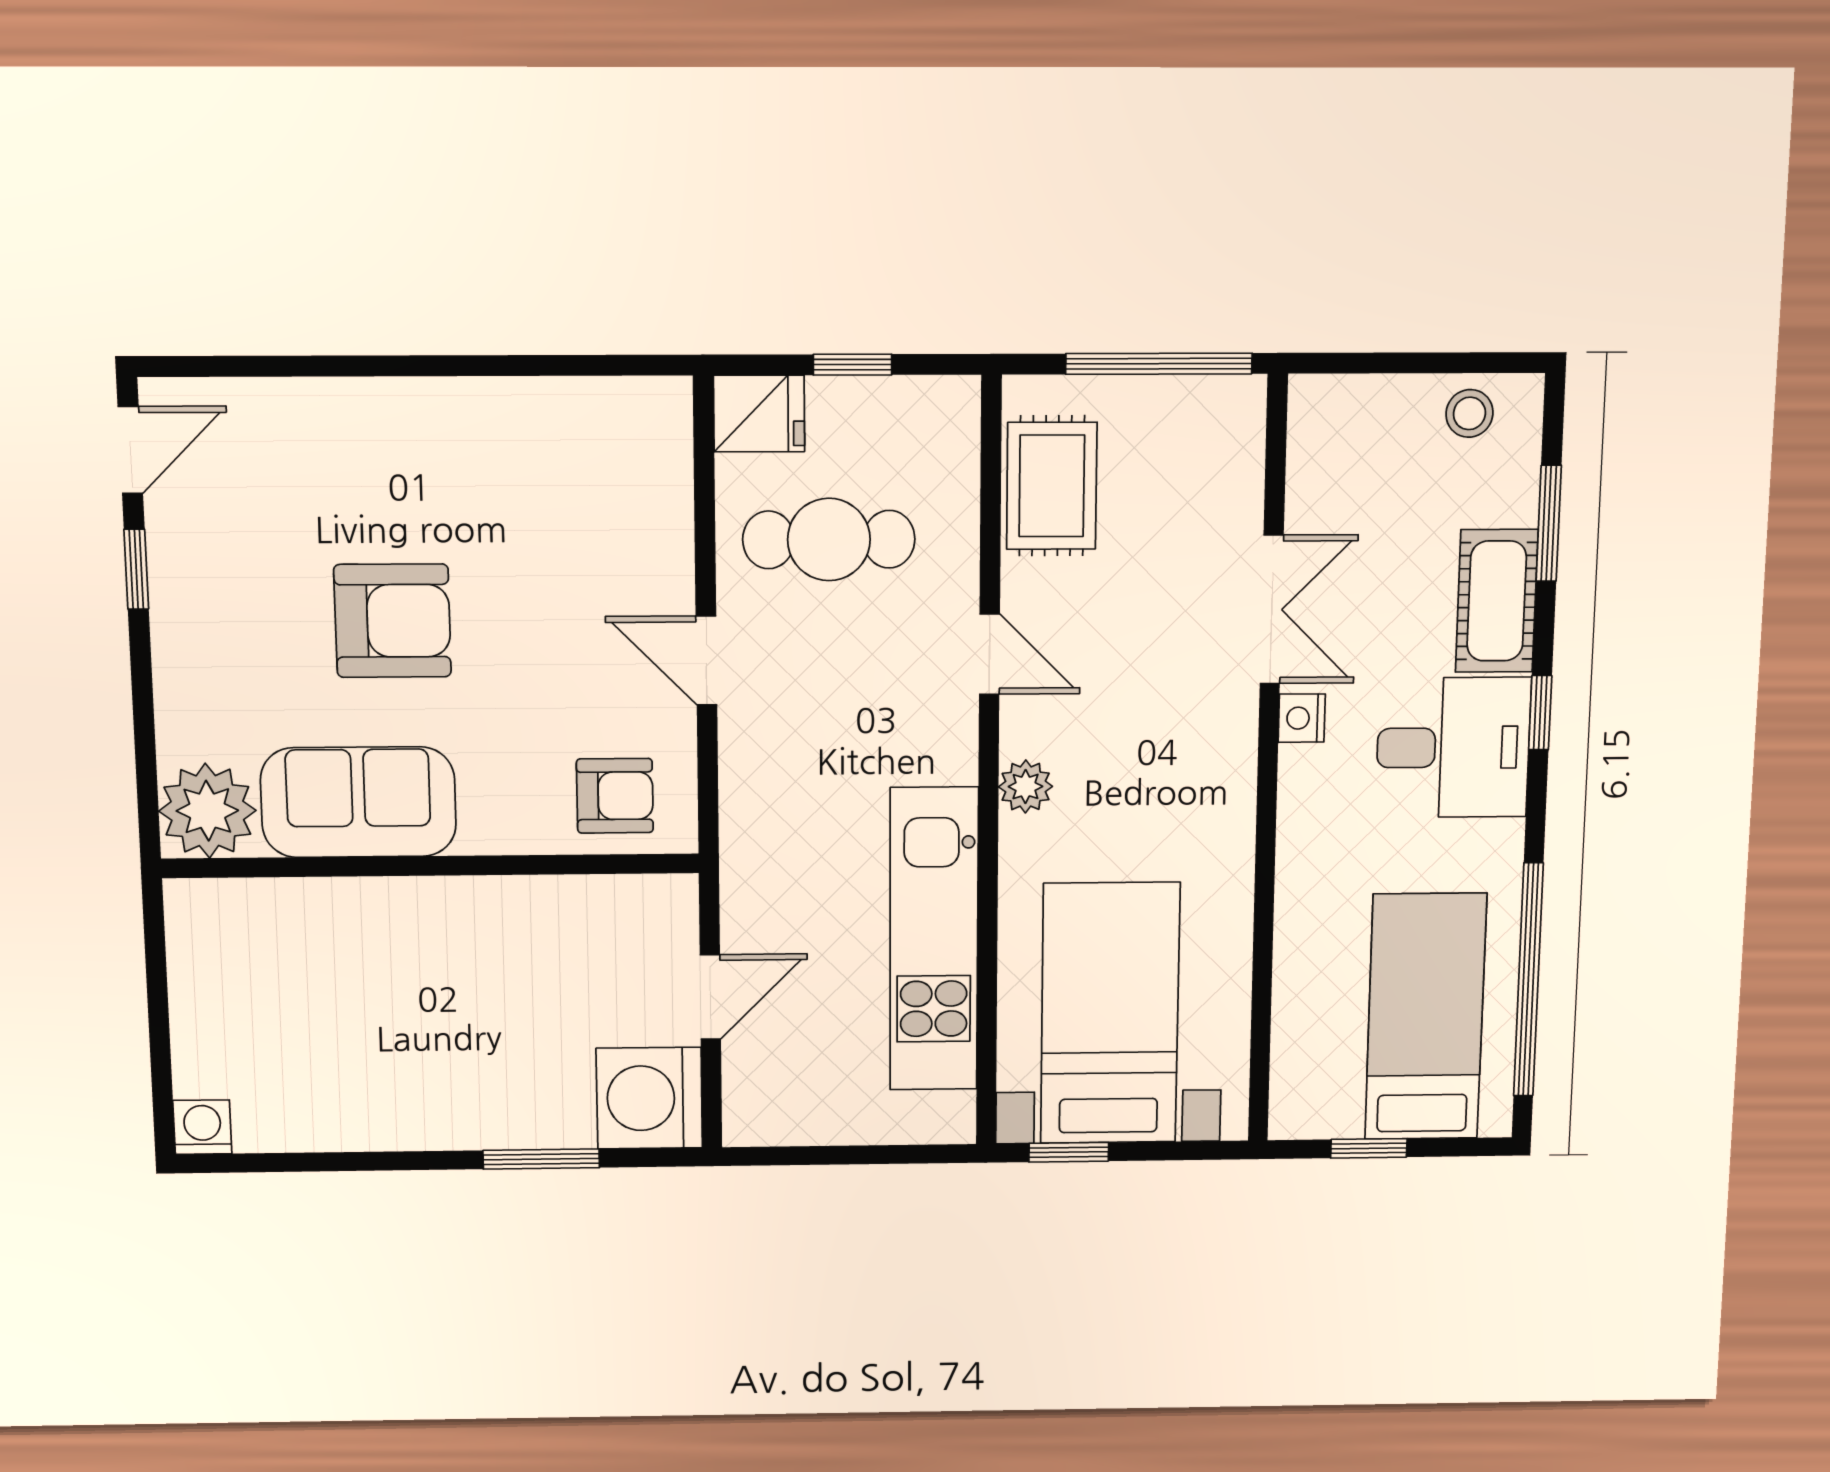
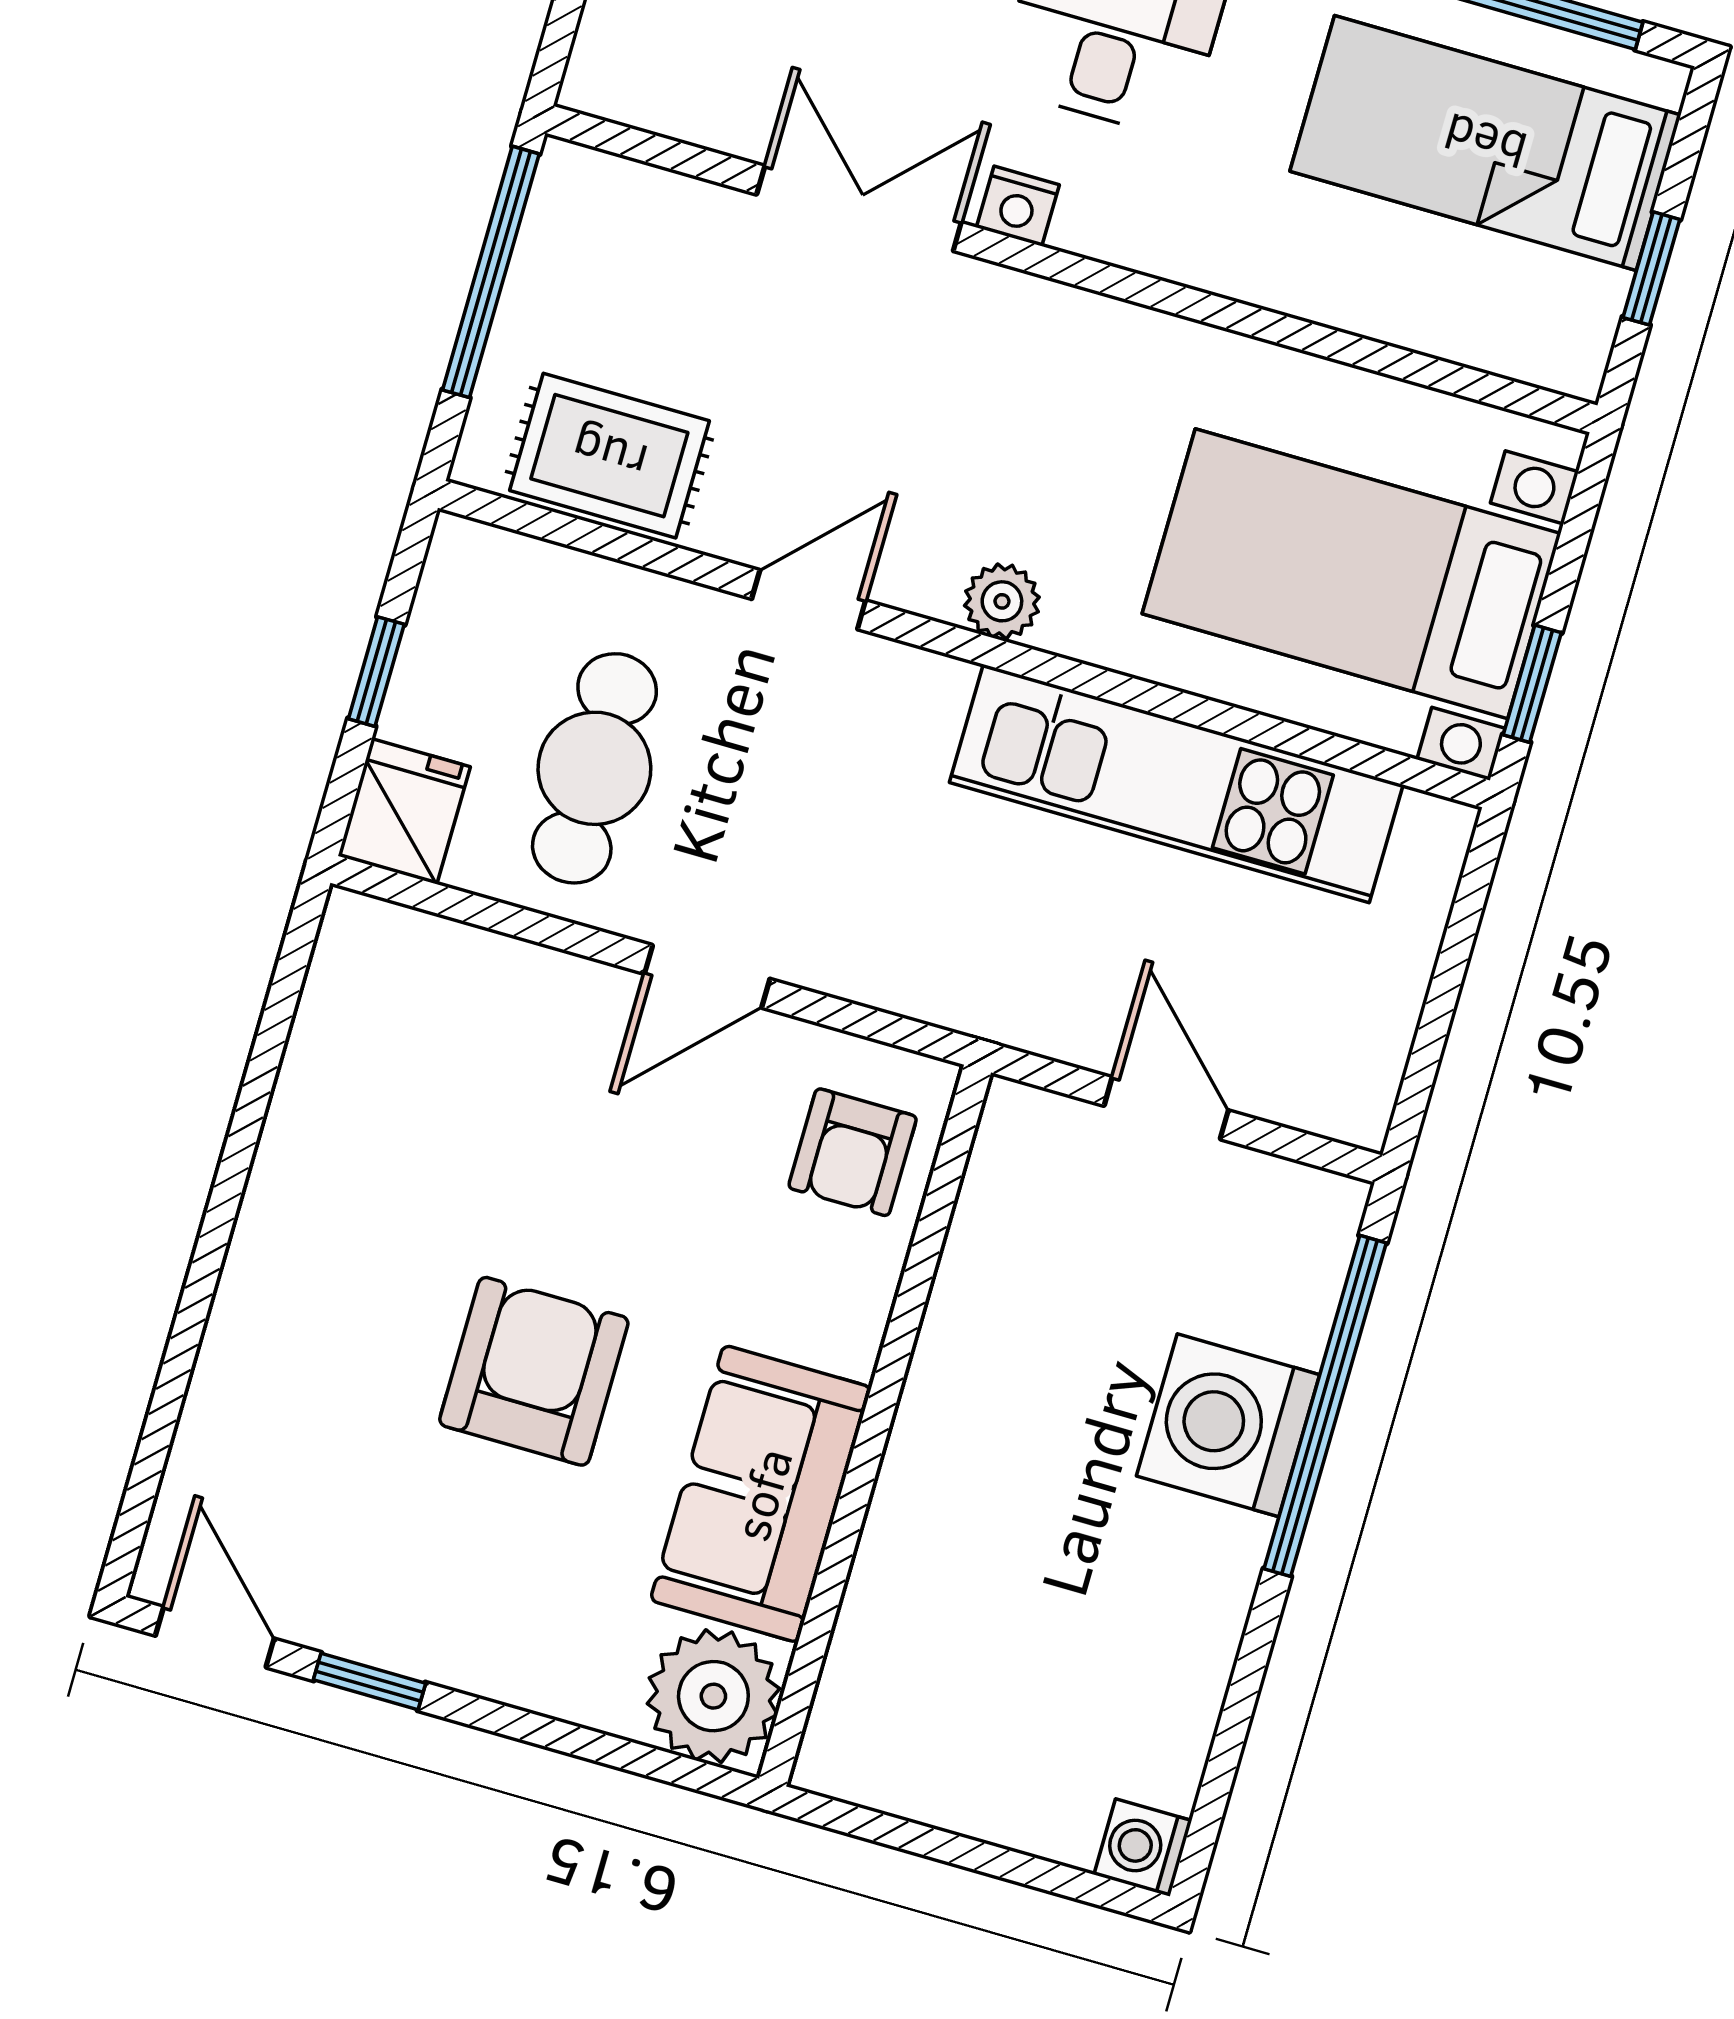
armchair: (615, 796) -> (853, 1152), turned 180
washing machine: (649, 1098) -> (1228, 1425), moved, turned 90
window: (541, 1159) -> (1325, 1406), width x2.11

